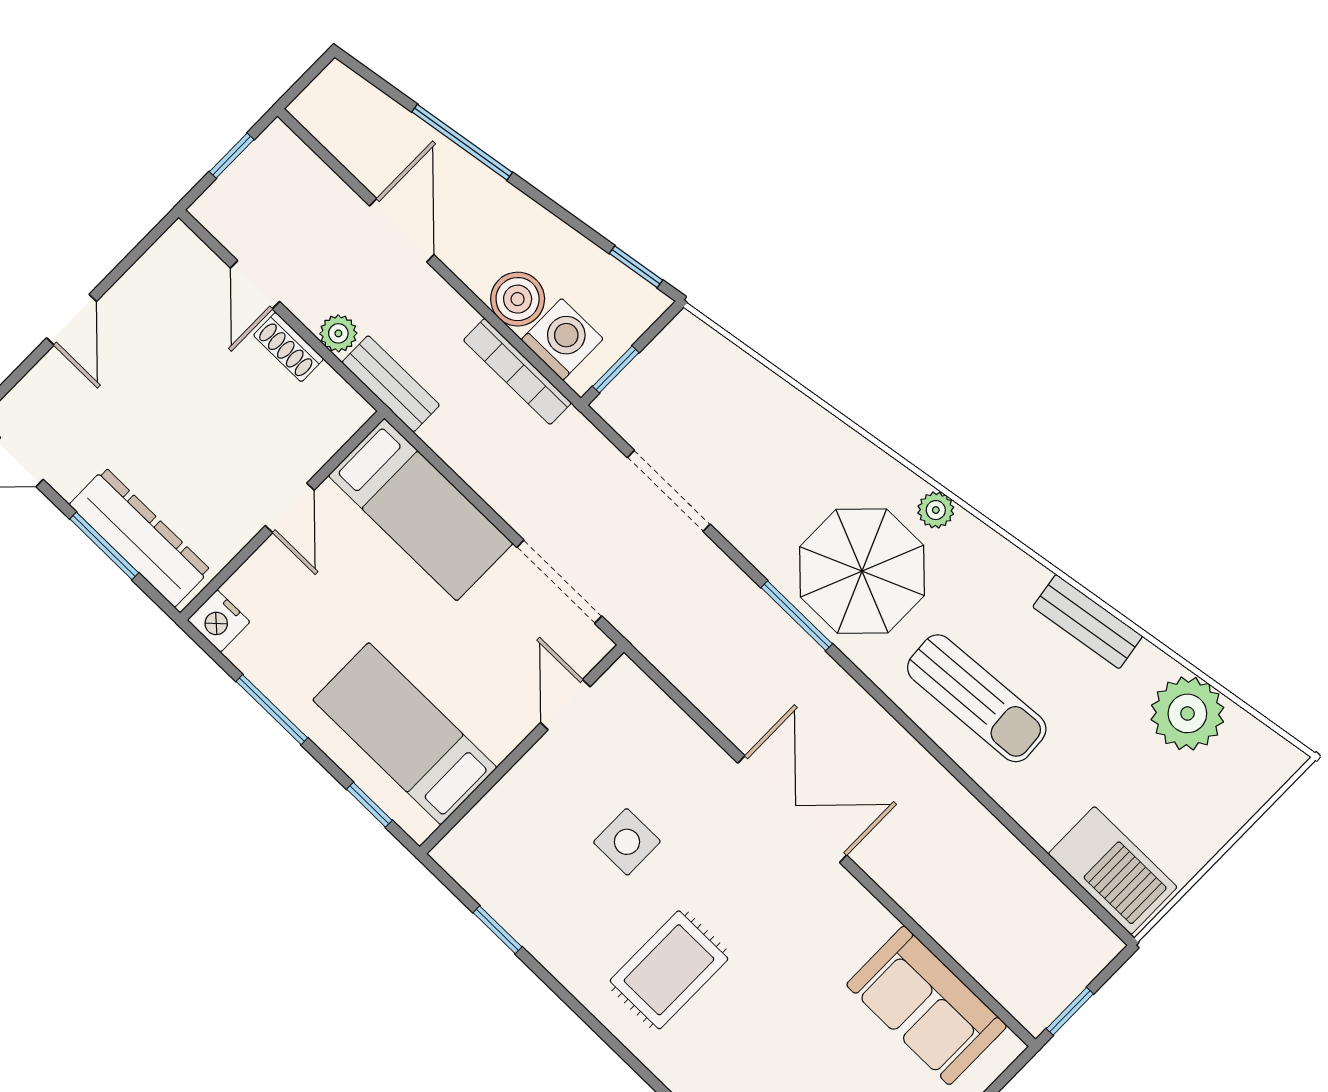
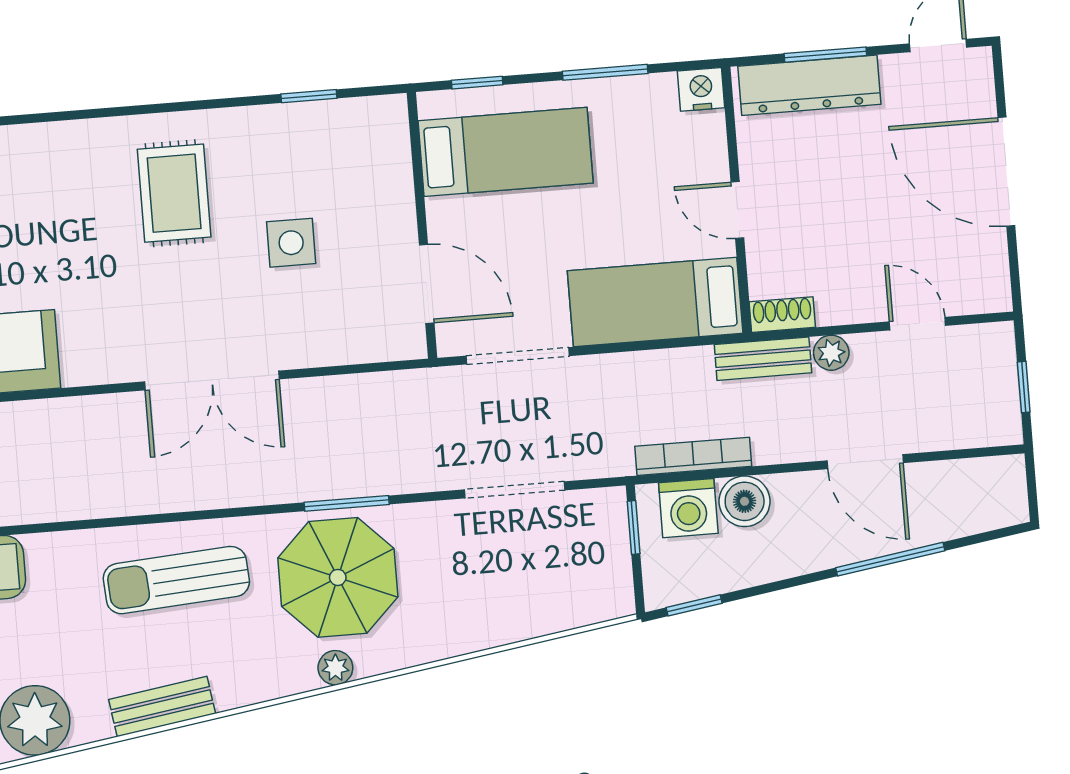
door: (72, 320) -> (1006, 172), width x1.88
shoe rack: (289, 347) -> (782, 315), moved
door: (565, 705) -> (427, 284), width x1.38

